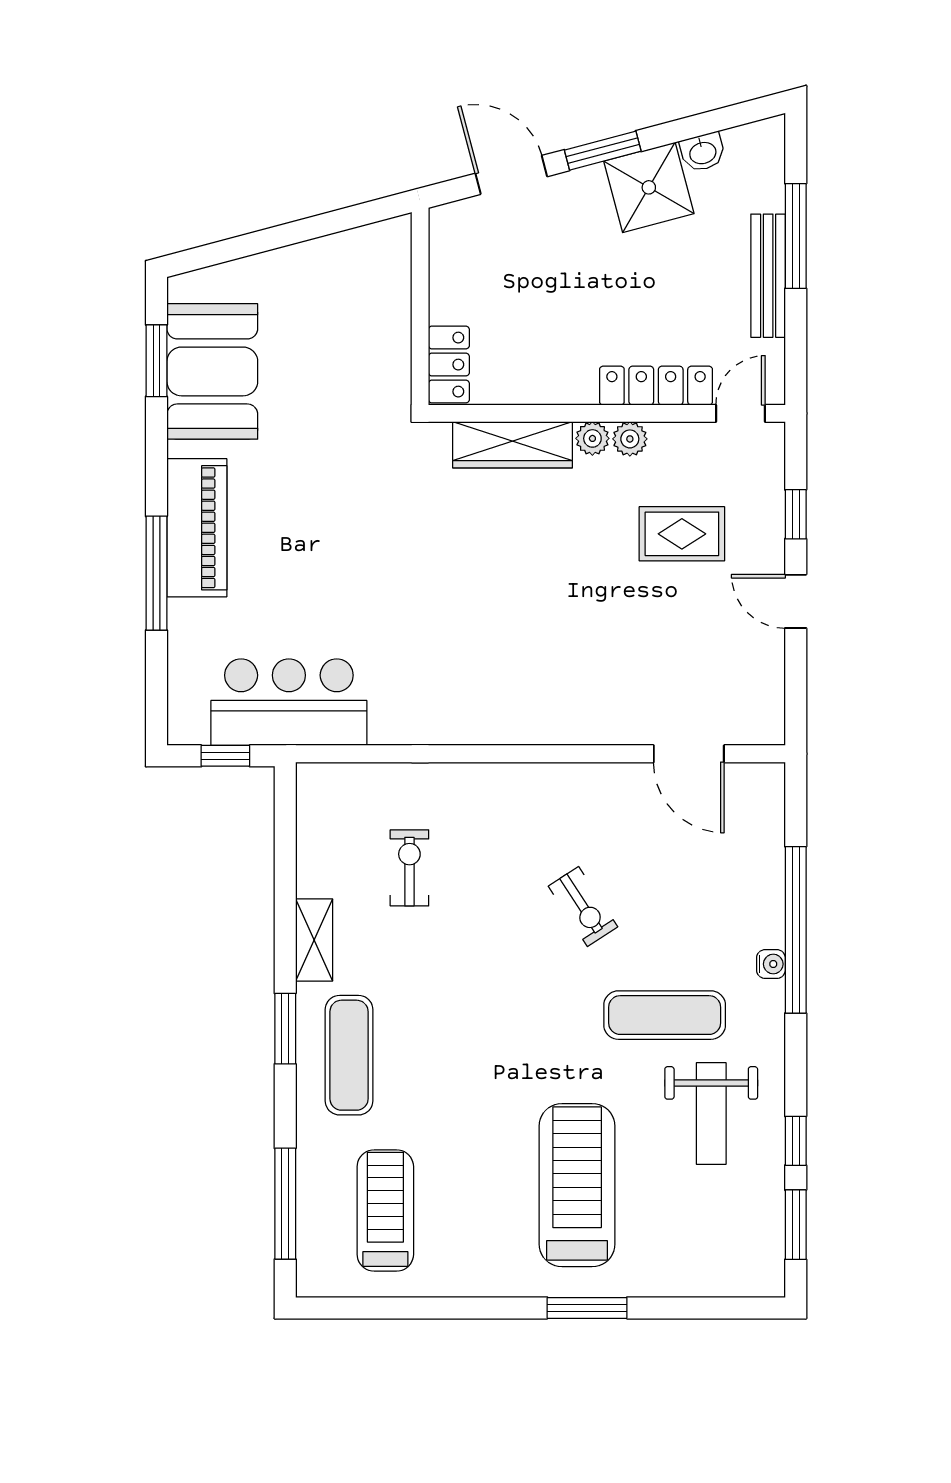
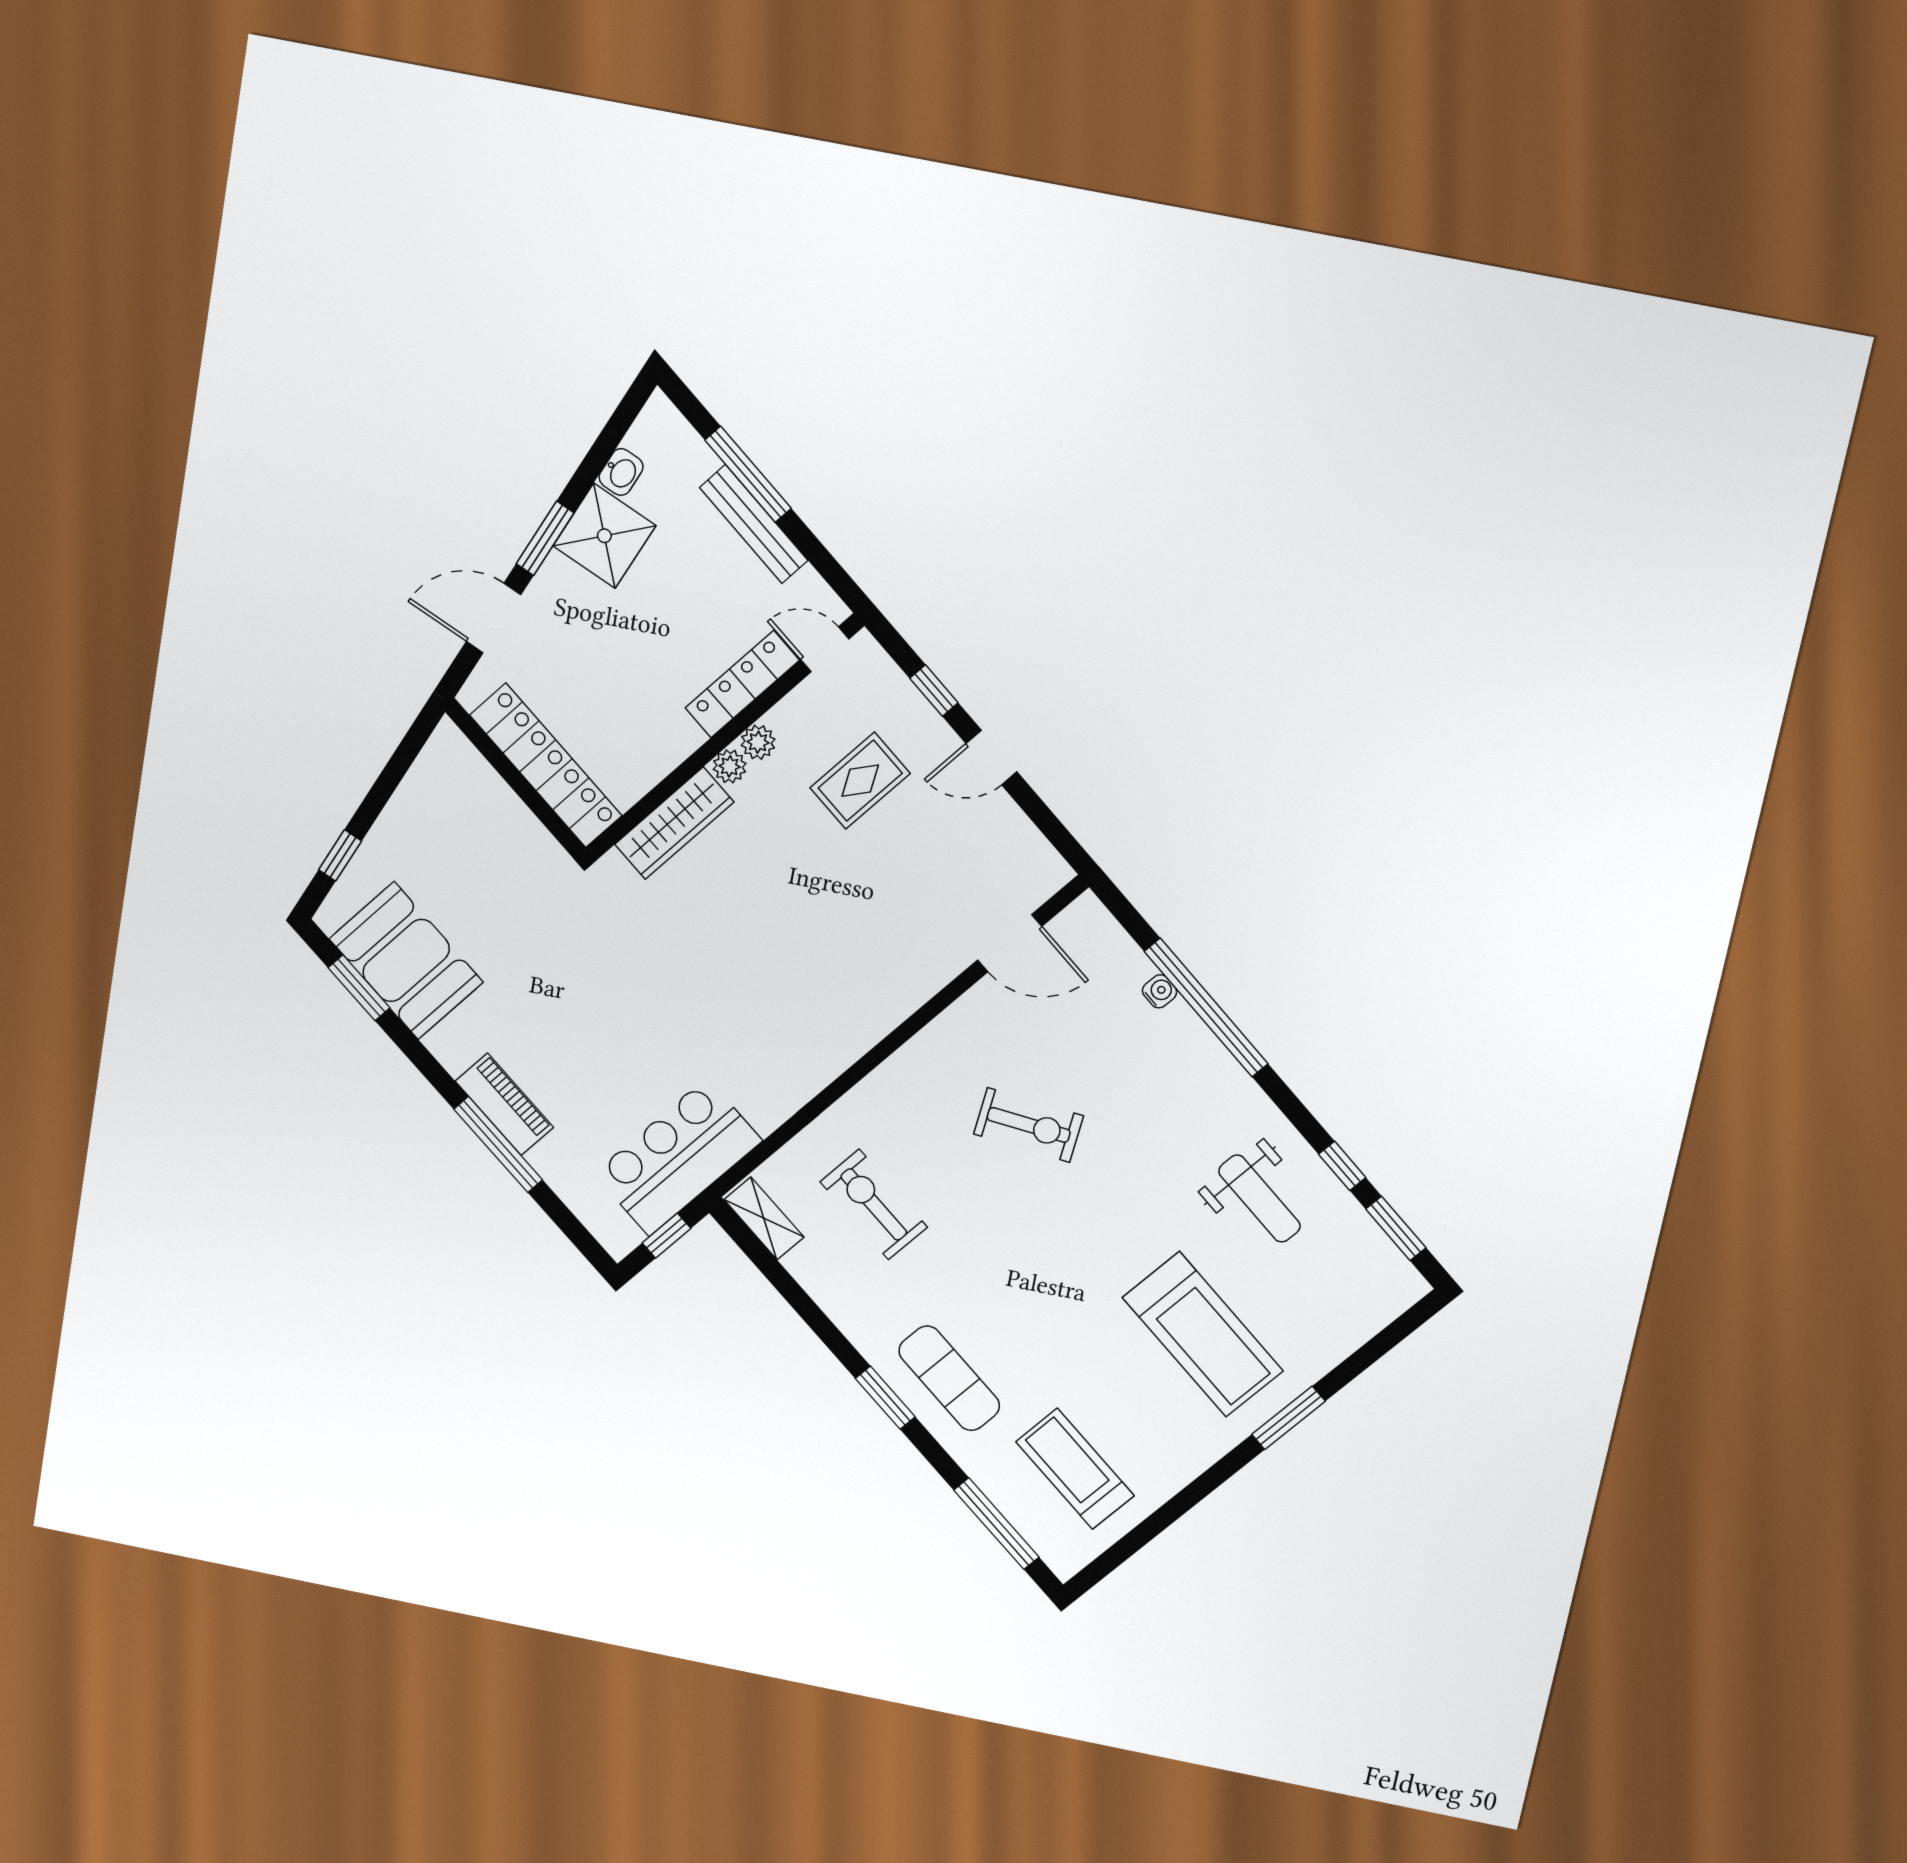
window: (233, 249) -> (340, 855), added
locker: (449, 365) -> (546, 765), width x2.16, depth x1.21
door: (740, 413) -> (825, 649), hinge flipped
piano: (197, 528) -> (504, 1104), width x0.73, depth x0.75
exercise bike: (409, 868) -> (874, 1204), width x1.38, depth x1.39
exercise bike: (583, 907) -> (1029, 1125), width x1.38, depth x1.39
shelving: (314, 940) -> (764, 1218), moved
water cooler: (771, 964) -> (1160, 991), moved
exercise mat: (665, 1015) -> (1161, 1155), removed
treadmill: (577, 1185) -> (1203, 1334), turned 180

